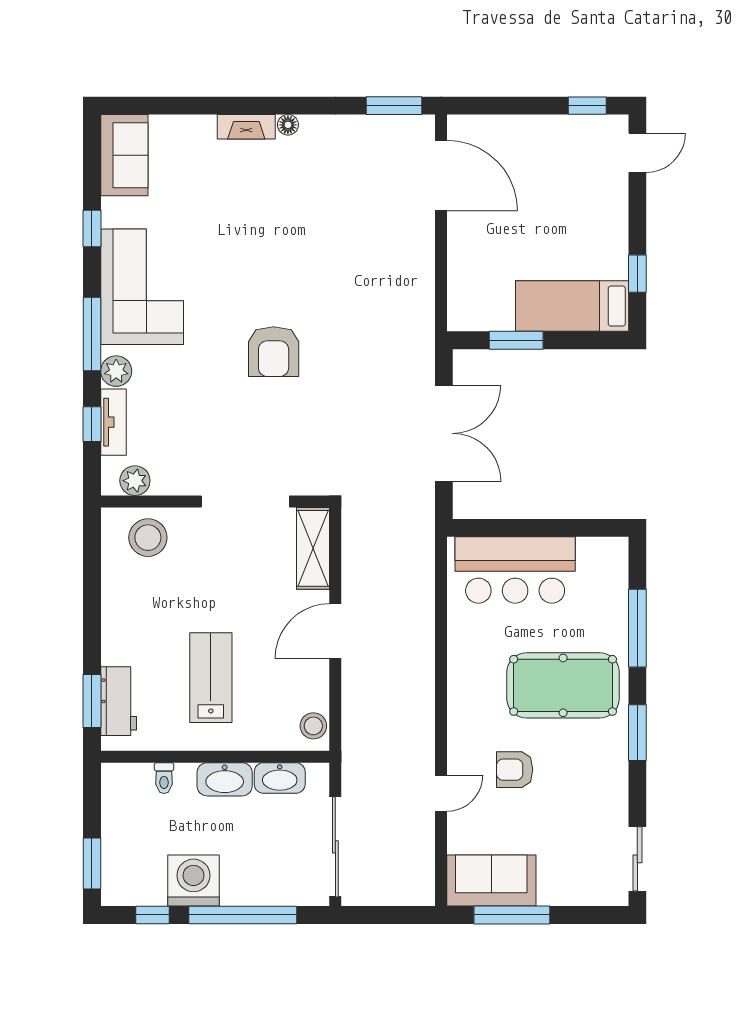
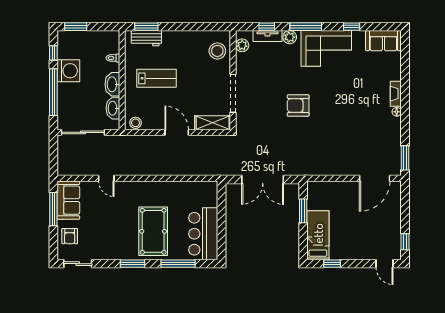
bar counter: (515, 570) -> (203, 234), moved
armchair: (515, 770) -> (70, 236), moved, turned 180

